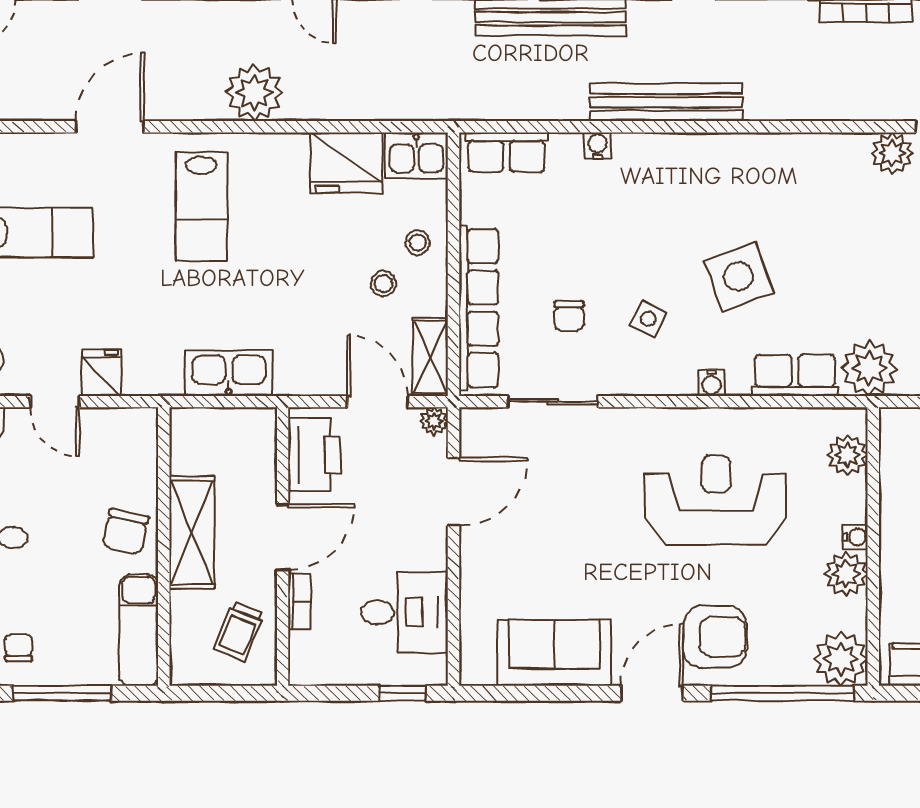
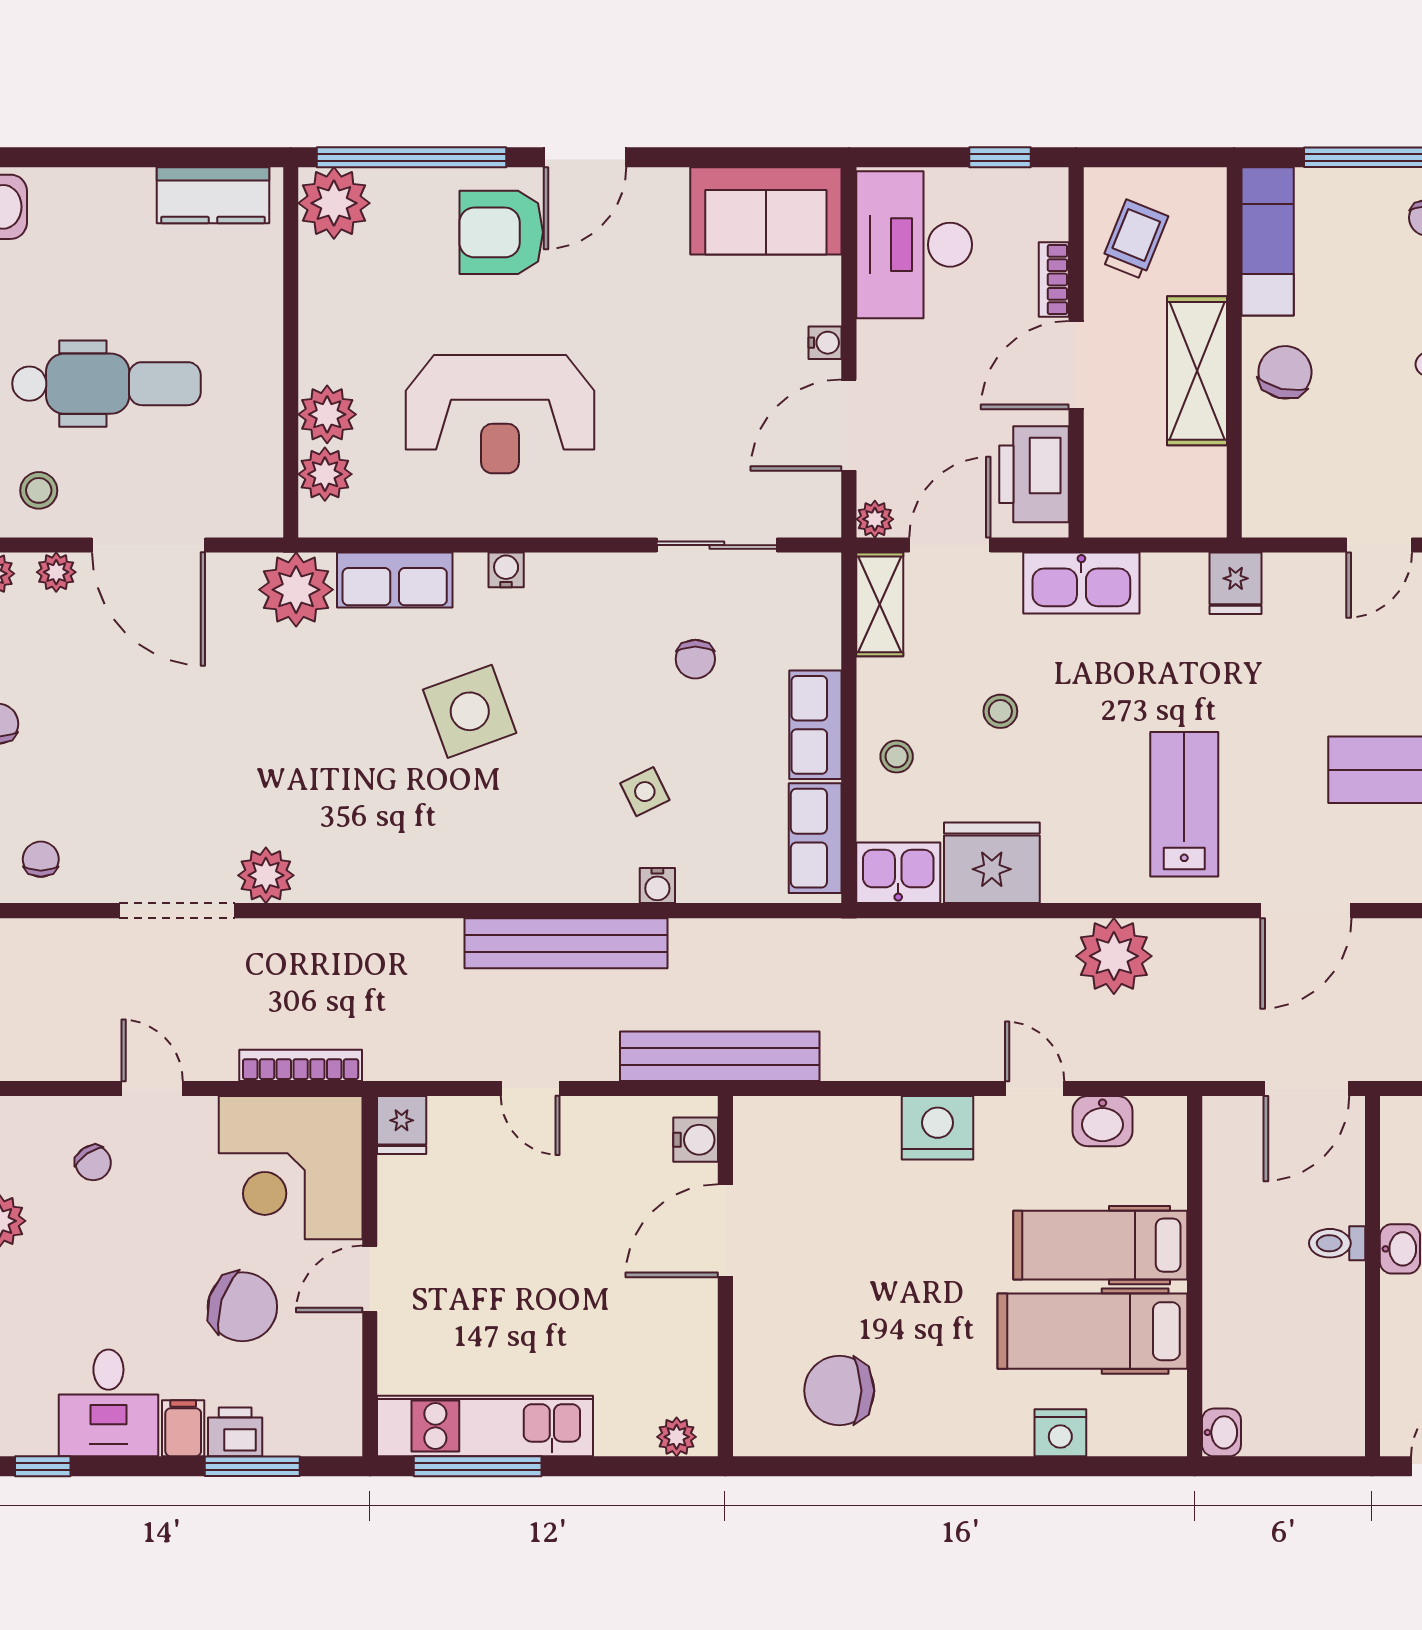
row of seats: (506, 152) -> (815, 838), moved, turned -90
stool: (383, 284) -> (1000, 711), moved
row of seats: (479, 308) -> (815, 725), width x0.50
chair: (569, 316) -> (695, 659), turned 180
side table: (648, 319) -> (645, 792), moved, turned 38
fridge: (101, 373) -> (1236, 583), moved
kitchen sink: (229, 373) -> (1081, 583), moved
door: (55, 402) -> (1379, 545), swing flipped
door: (378, 402) -> (950, 545), swing flipped
water cooler: (855, 537) -> (825, 343), moved, turned 180
plant: (846, 574) -> (327, 414), moved
desk: (404, 612) -> (914, 245), width x1.37
sofa: (554, 653) -> (766, 211), moved
window: (403, 693) -> (1000, 157), moved

